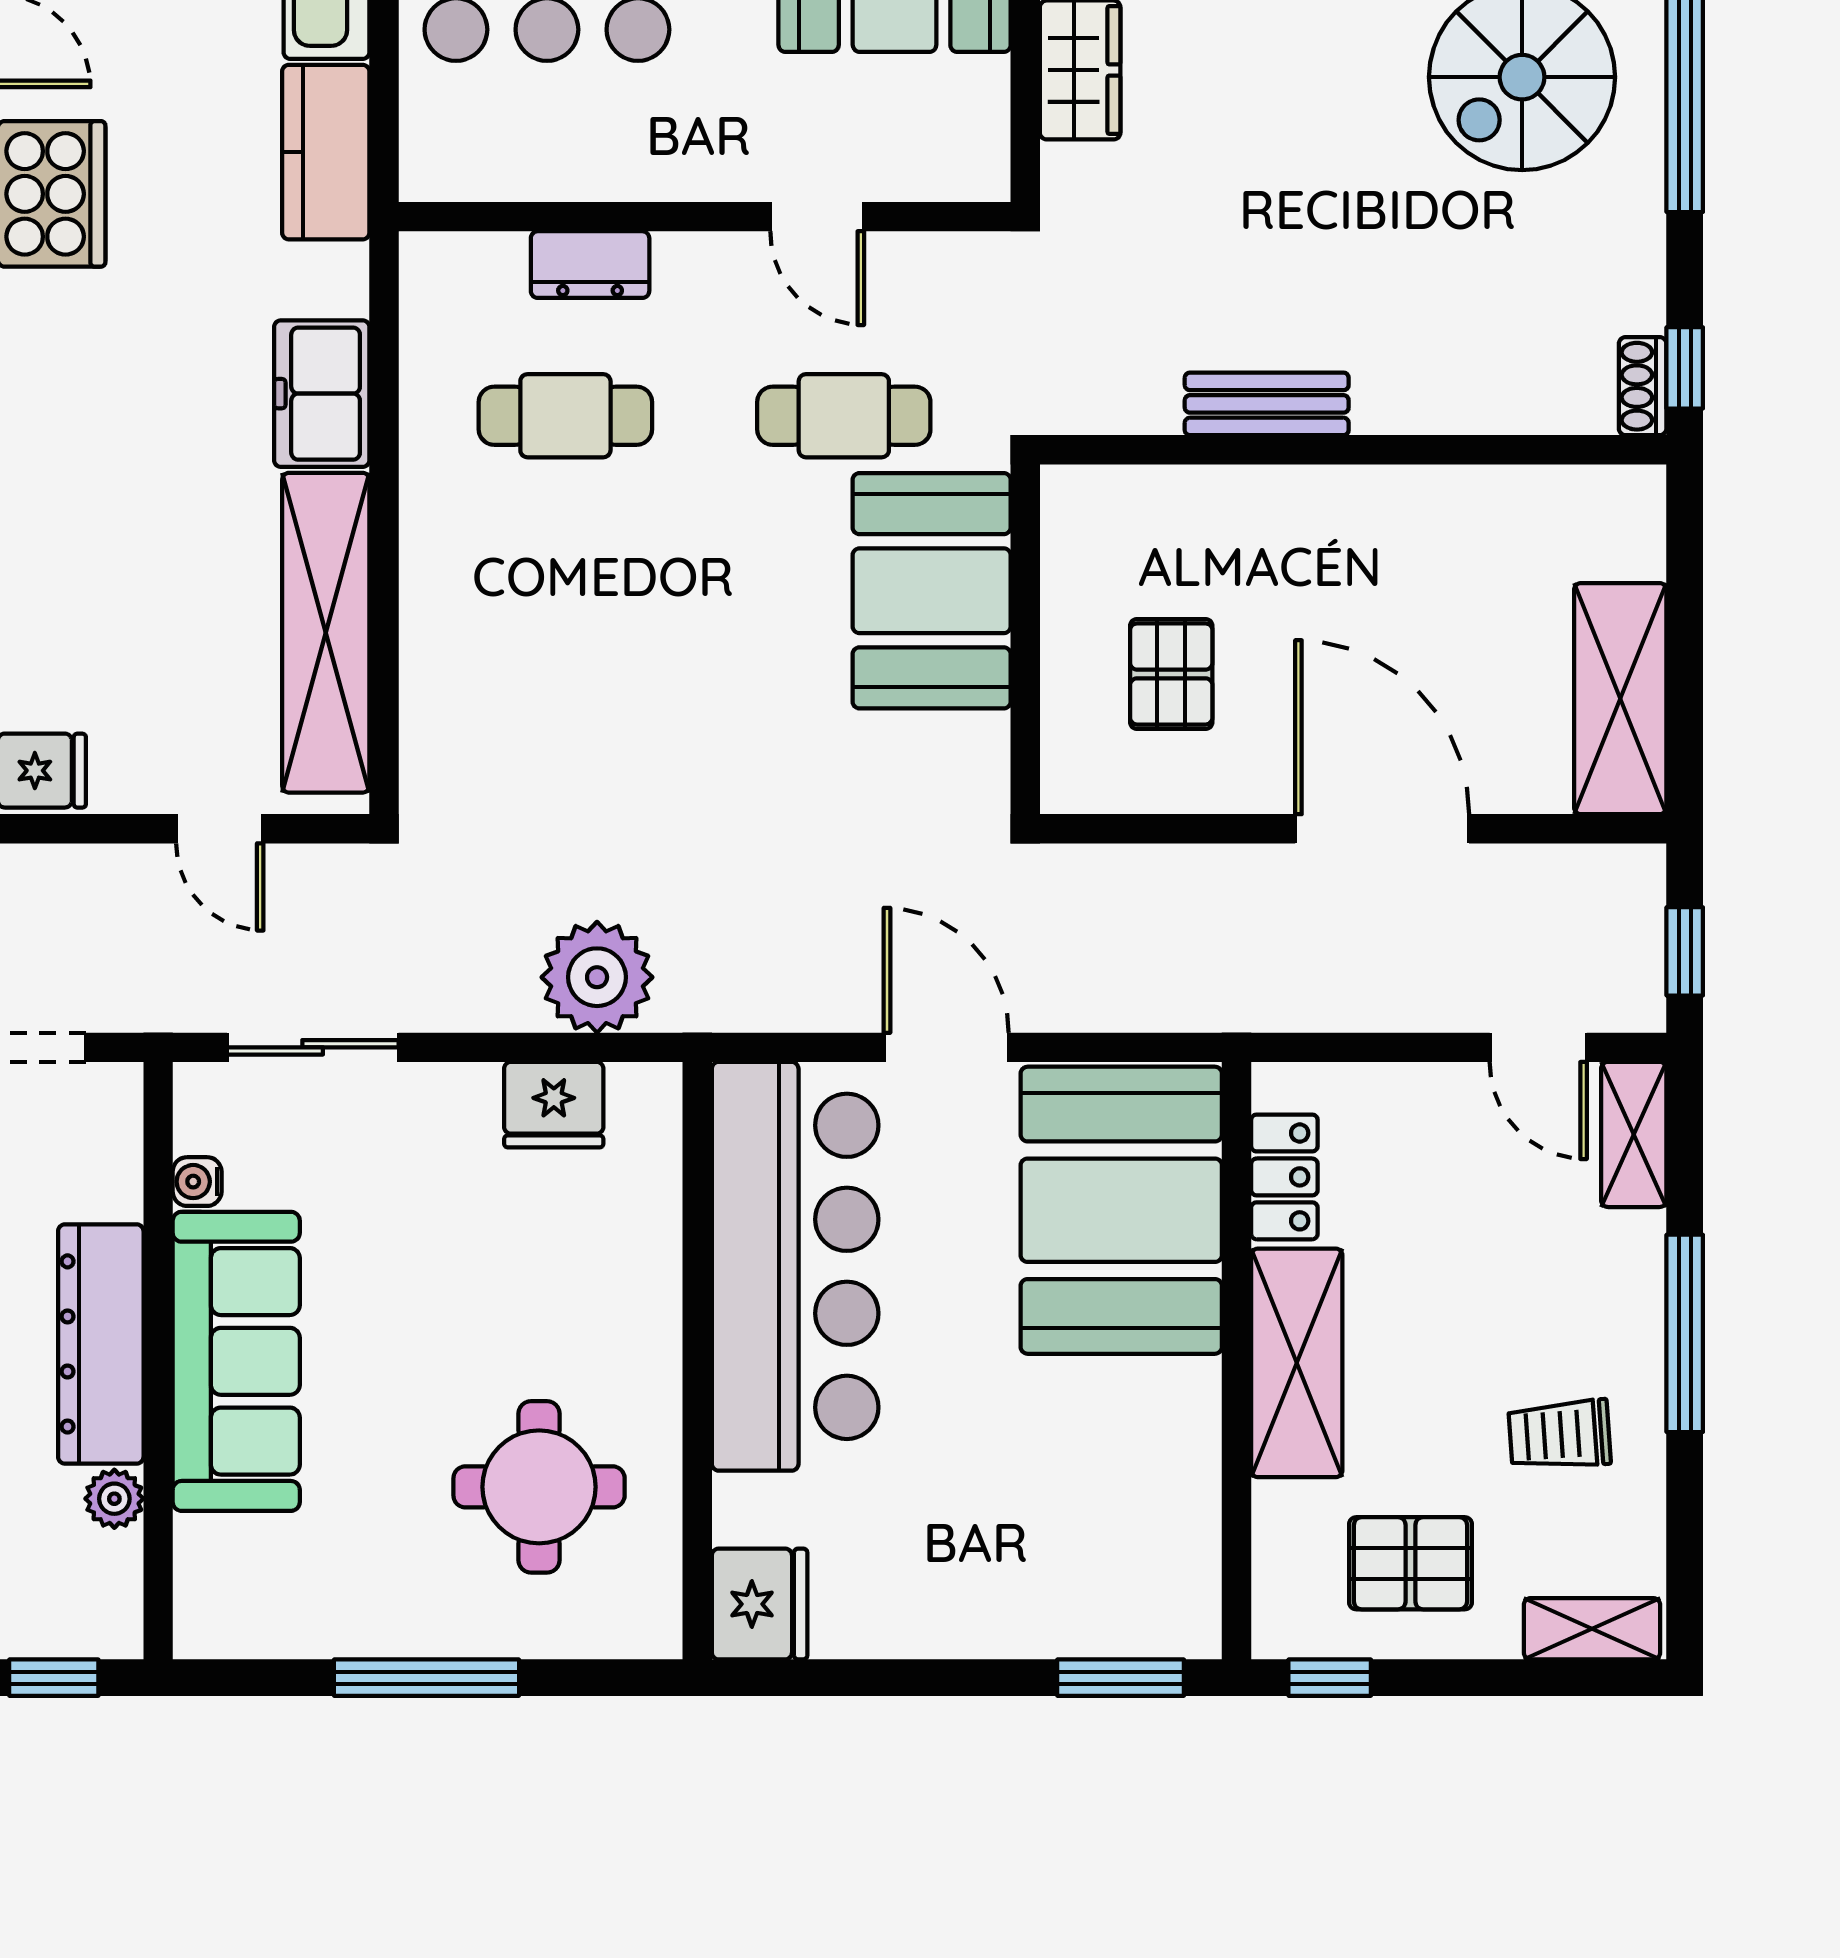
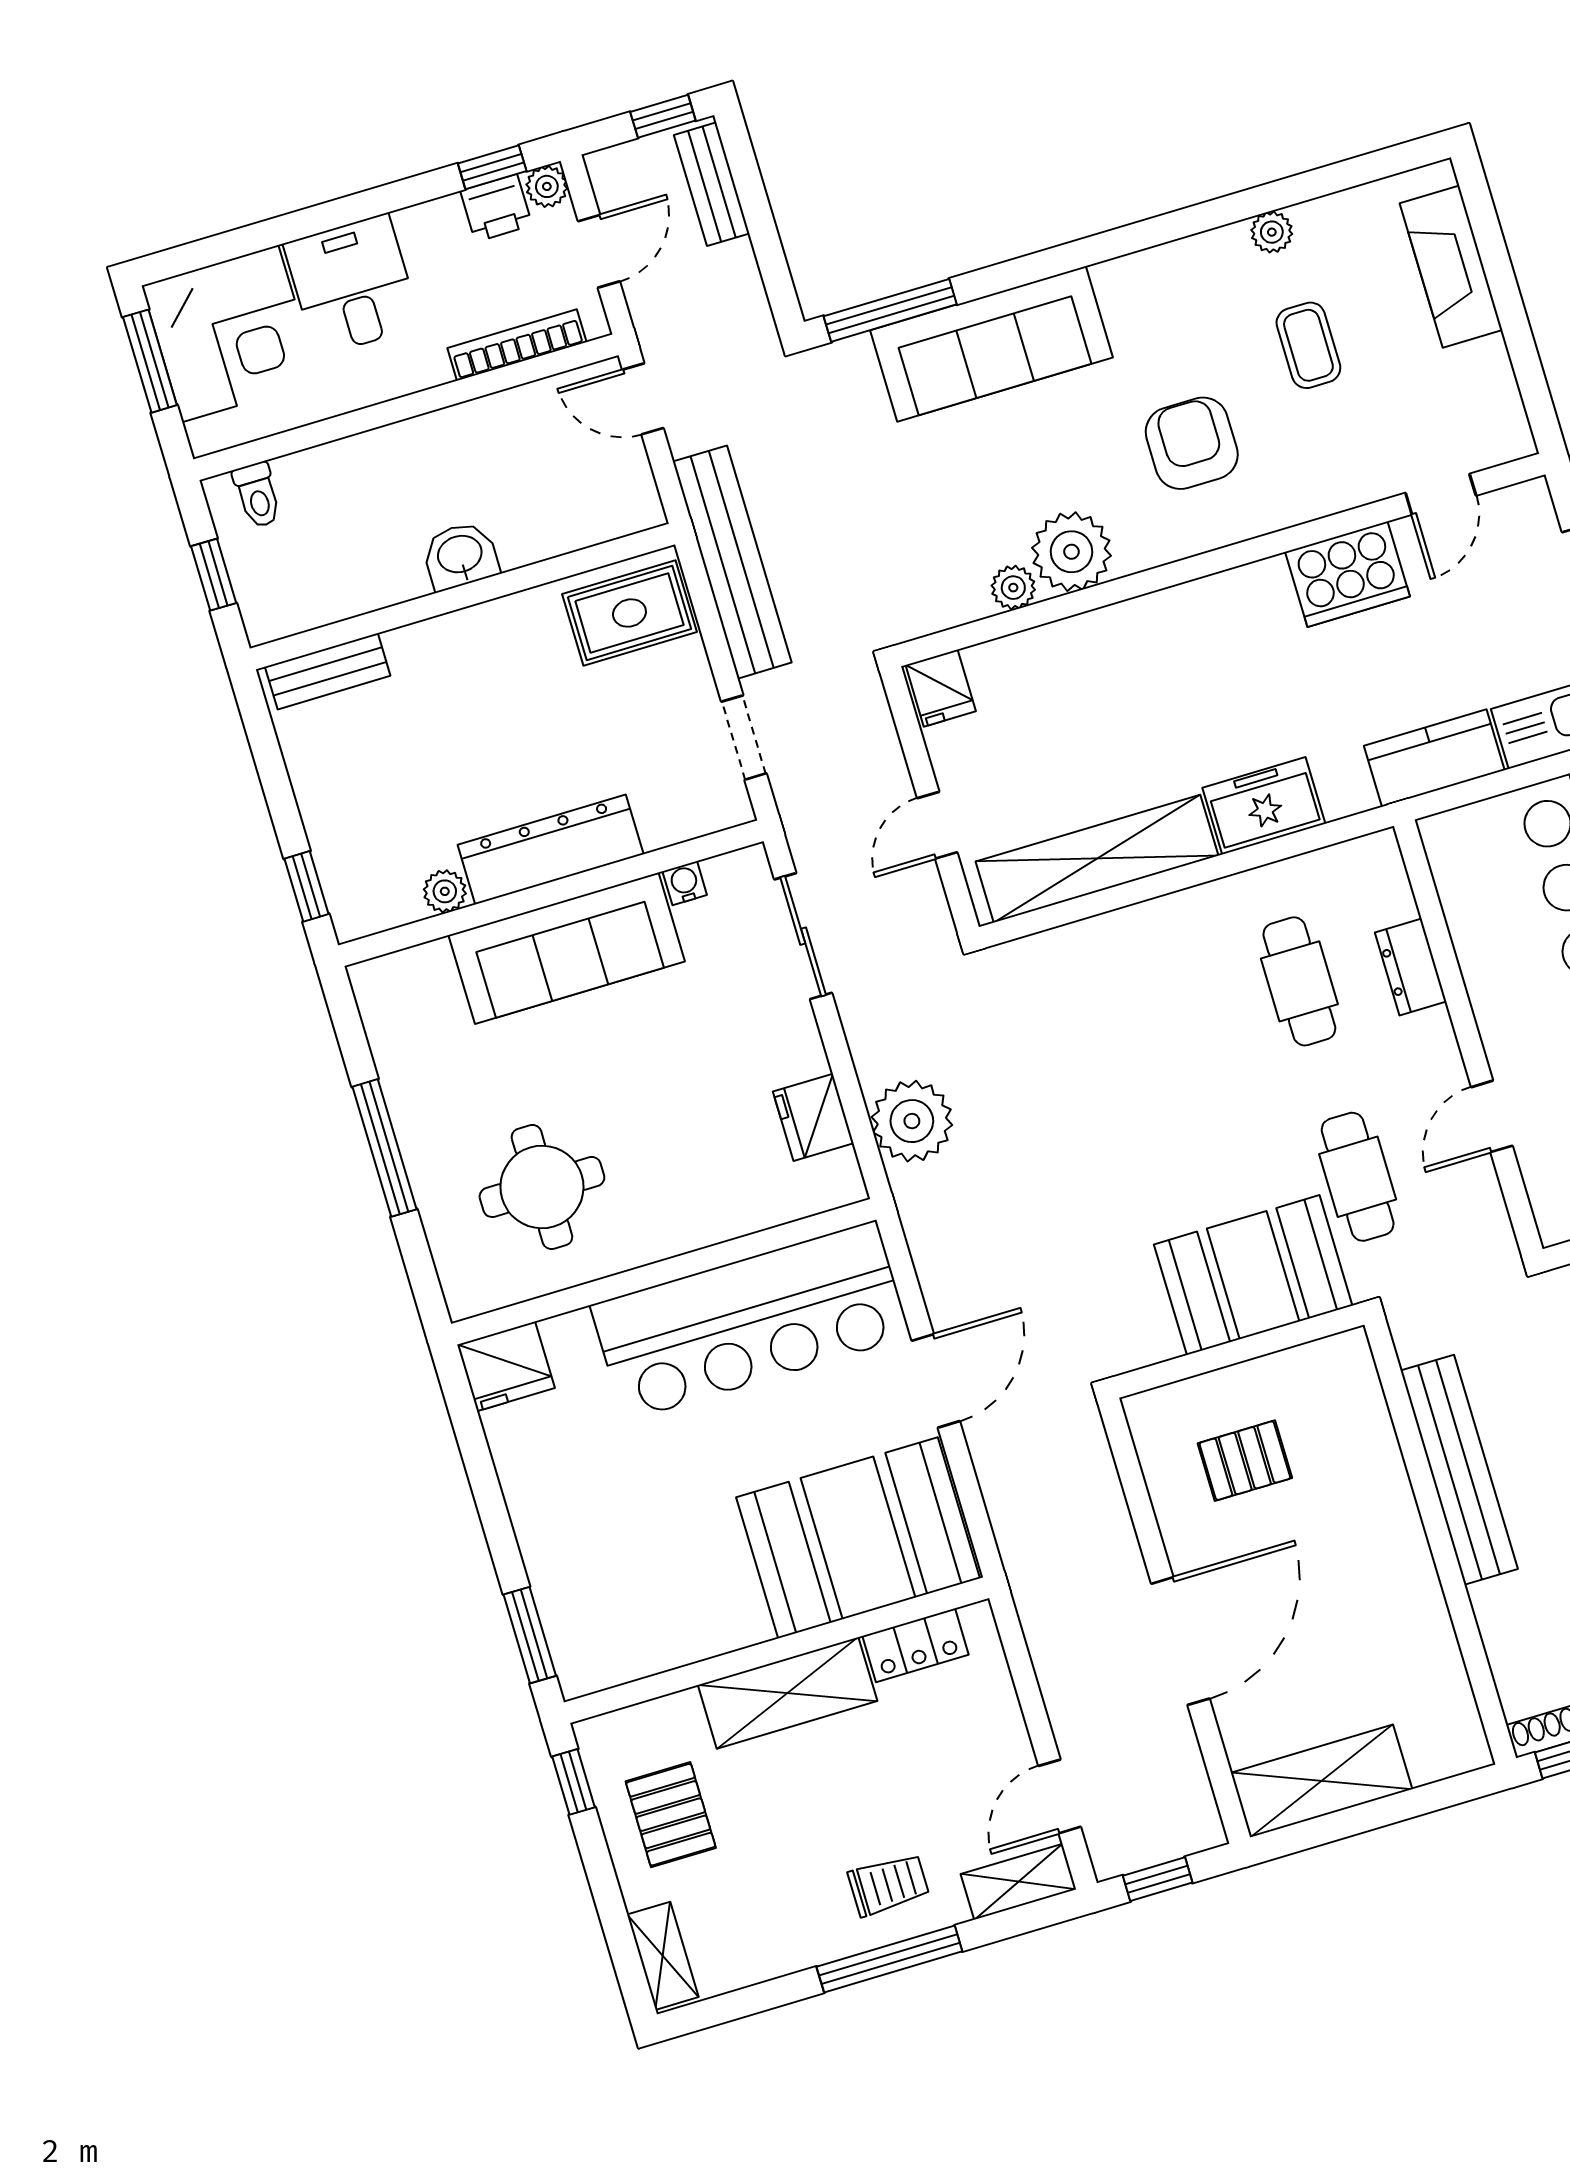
bench: (1267, 404) -> (1459, 1470), width x1.86, depth x1.21
trolley: (1560, 1435) -> (889, 1885), moved, turned 94

